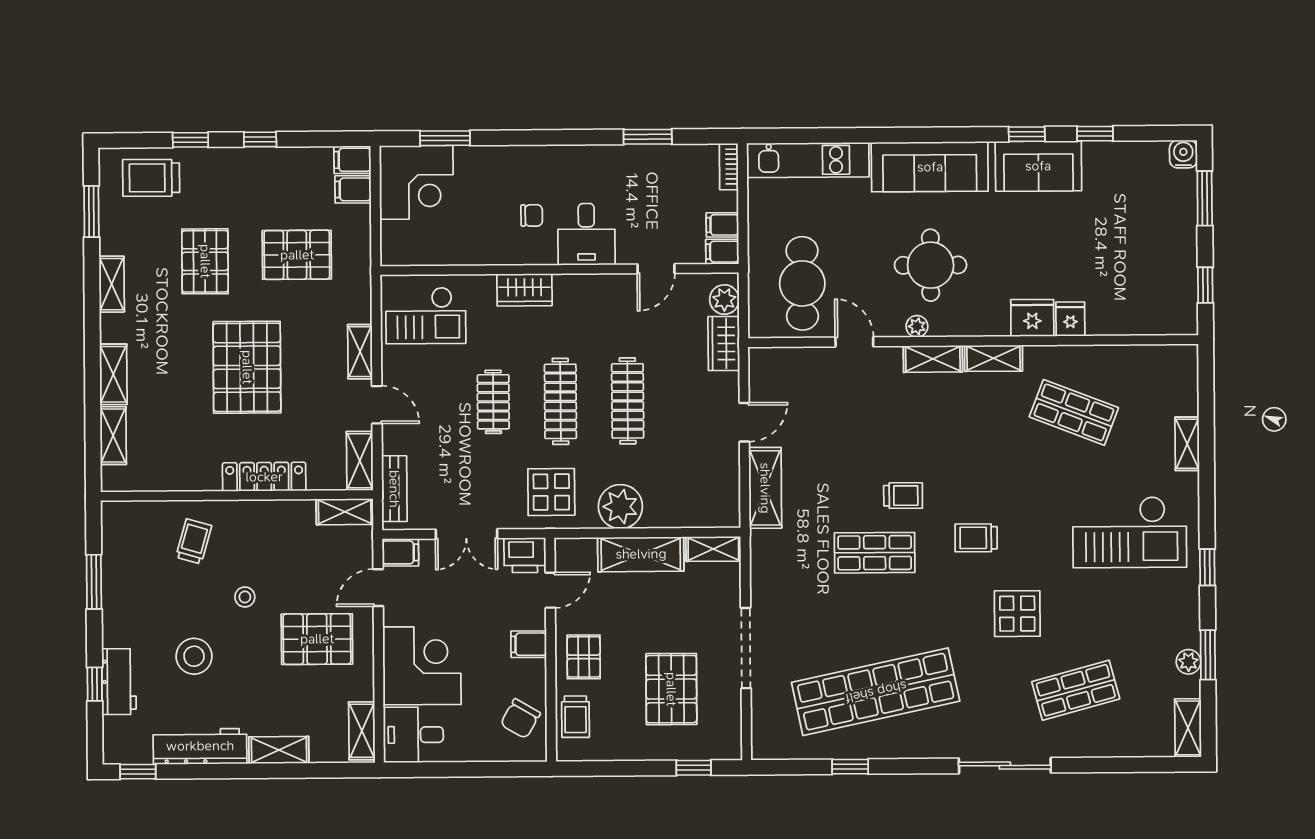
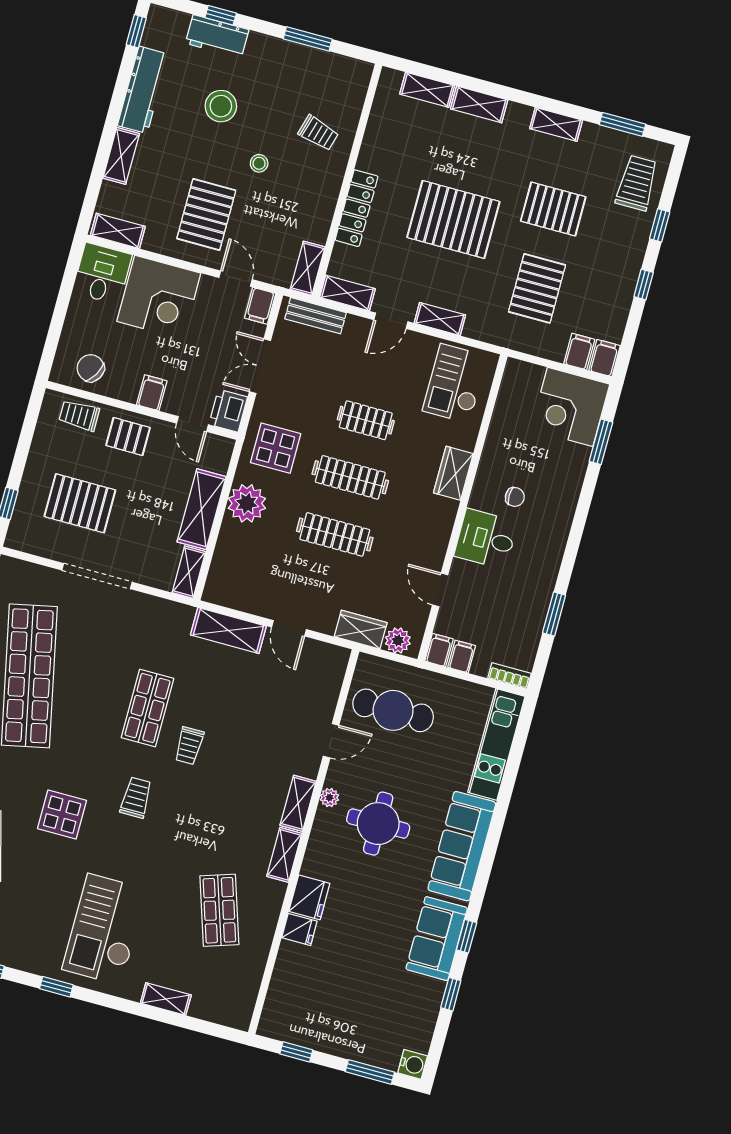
chair: (532, 215) -> (515, 497), turned -90
shop shelf: (1074, 412) -> (219, 910), turned -39

